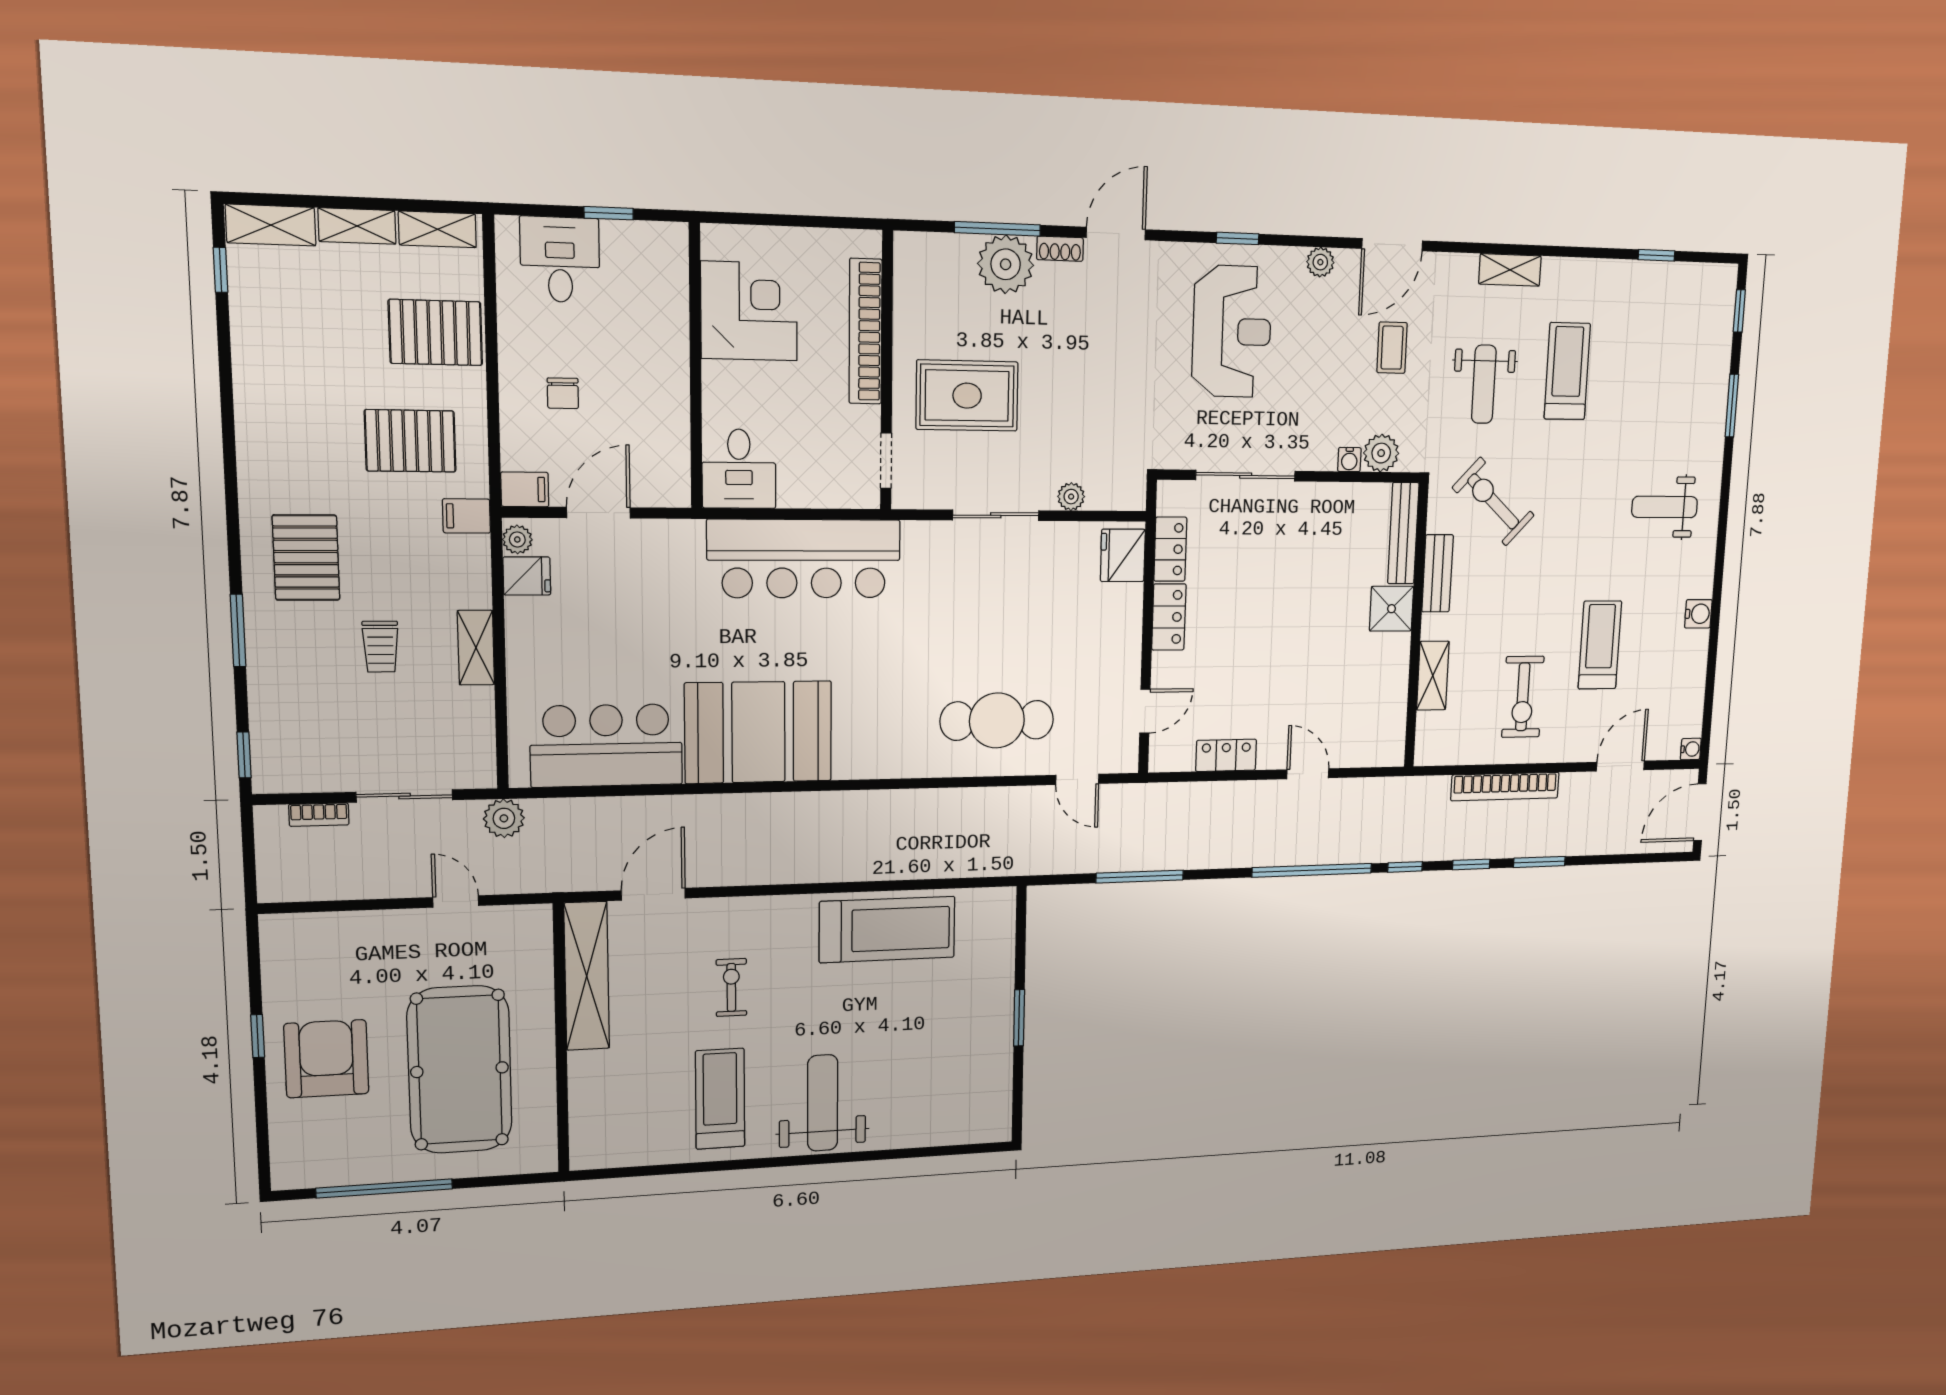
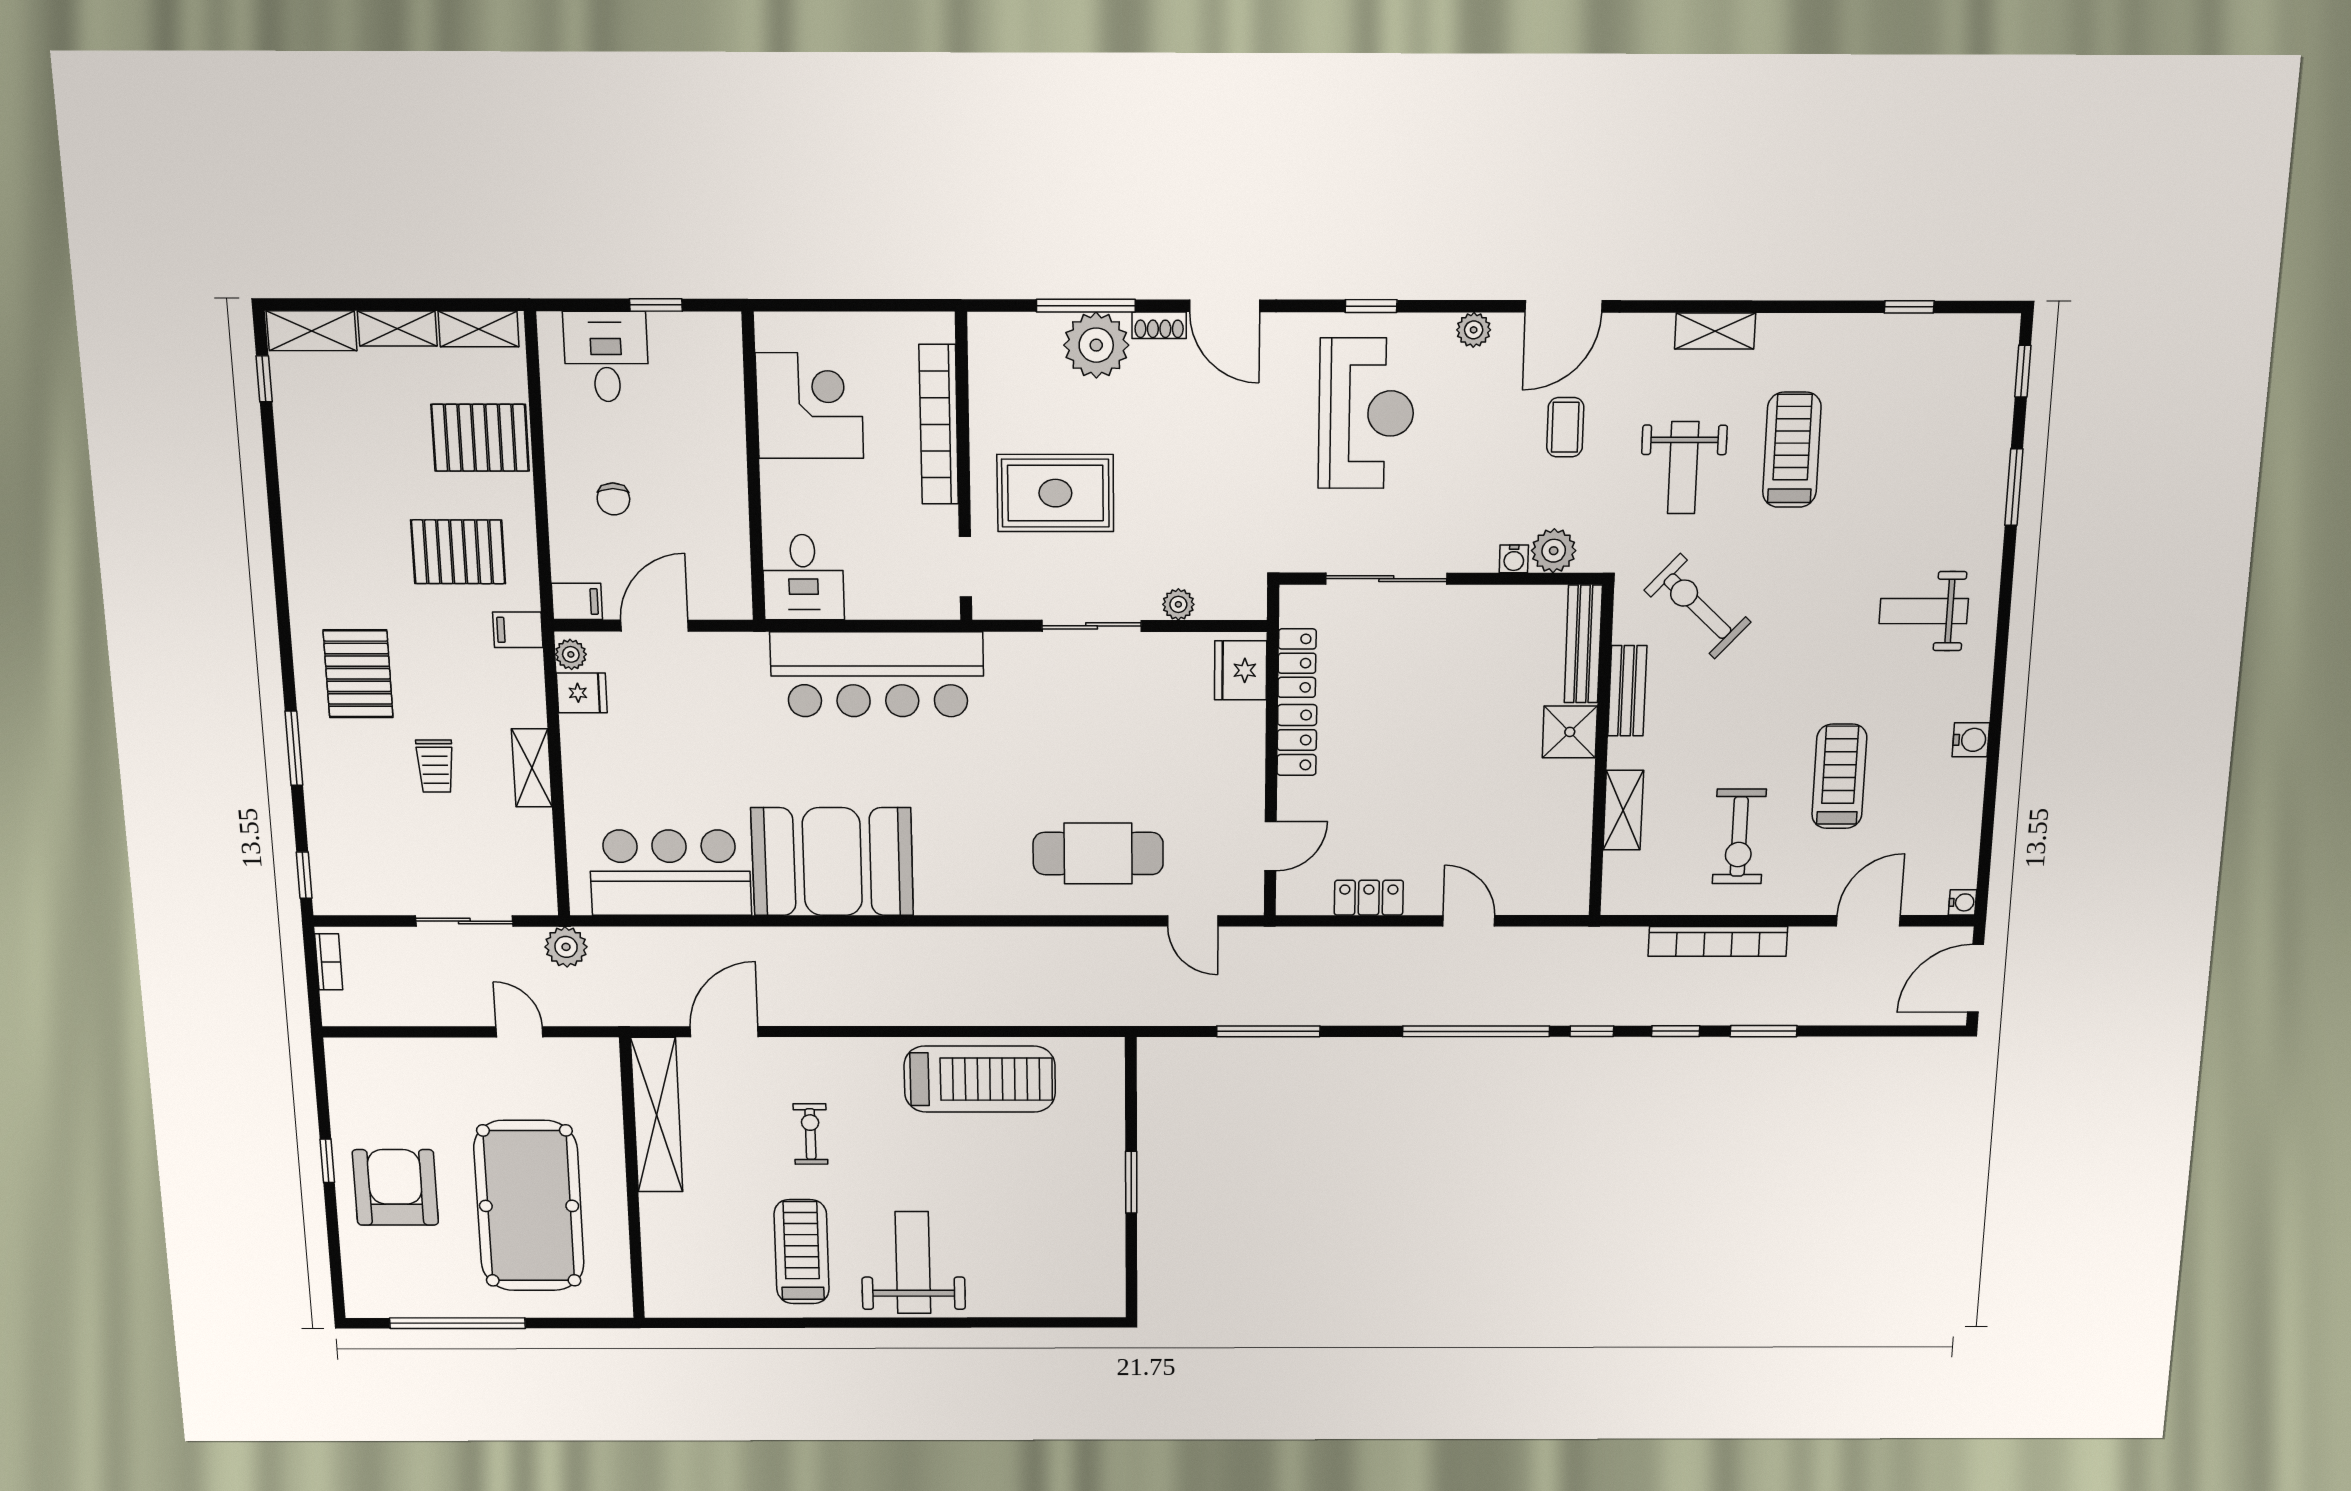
door: (1116, 234) -> (1225, 306), swing flipped
bookcase: (319, 815) -> (329, 962), moved, turned -90

